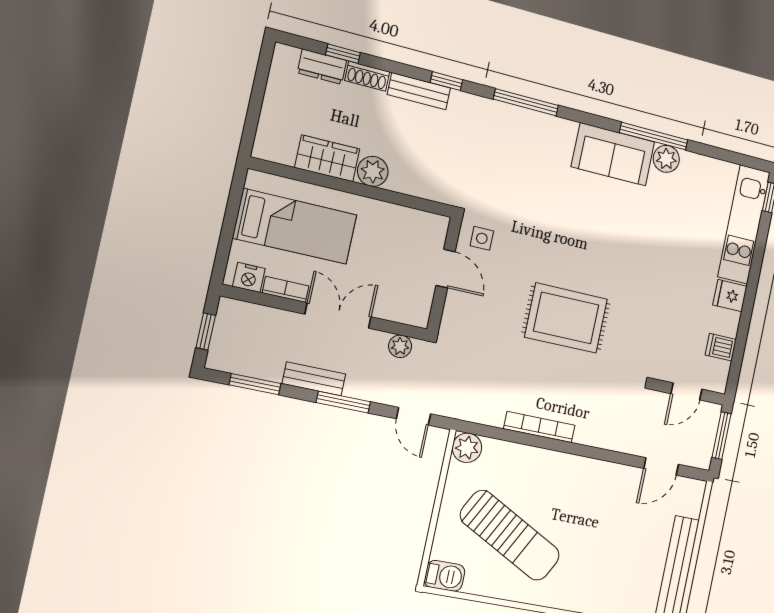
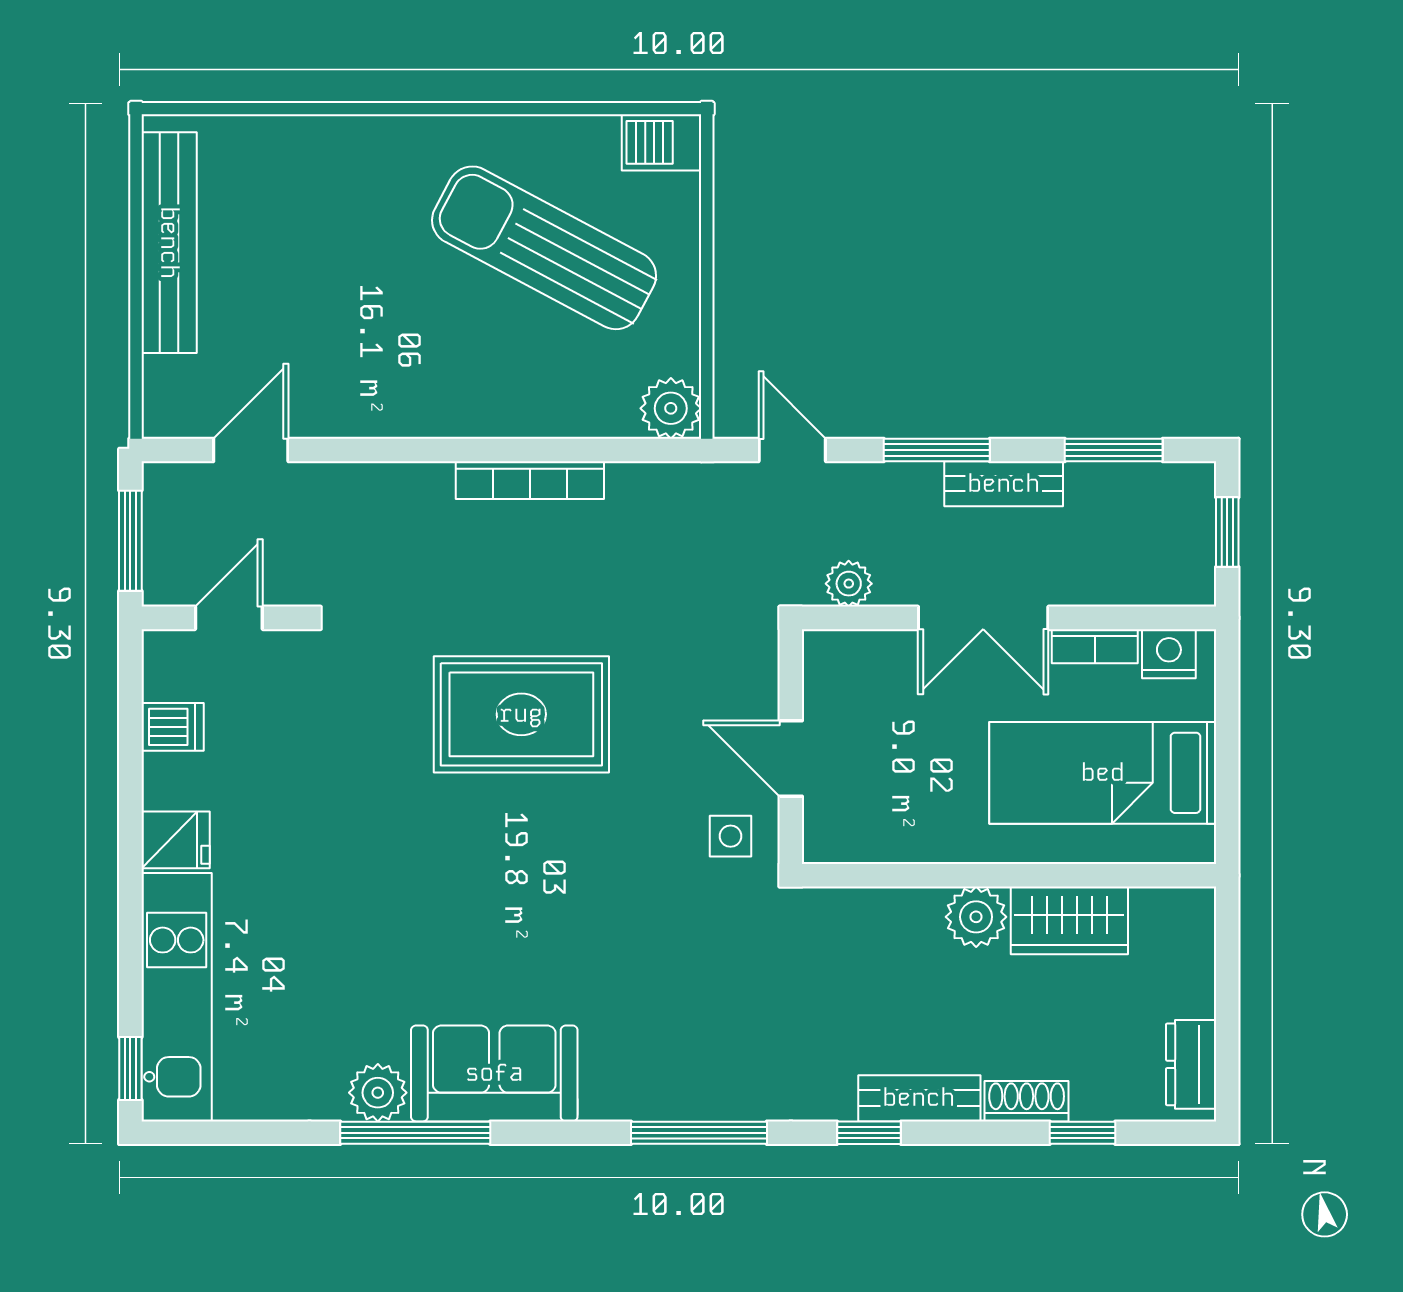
dresser: (322, 67) -> (1191, 1064), moved, turned -90

